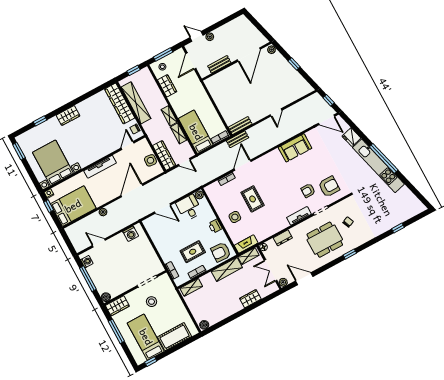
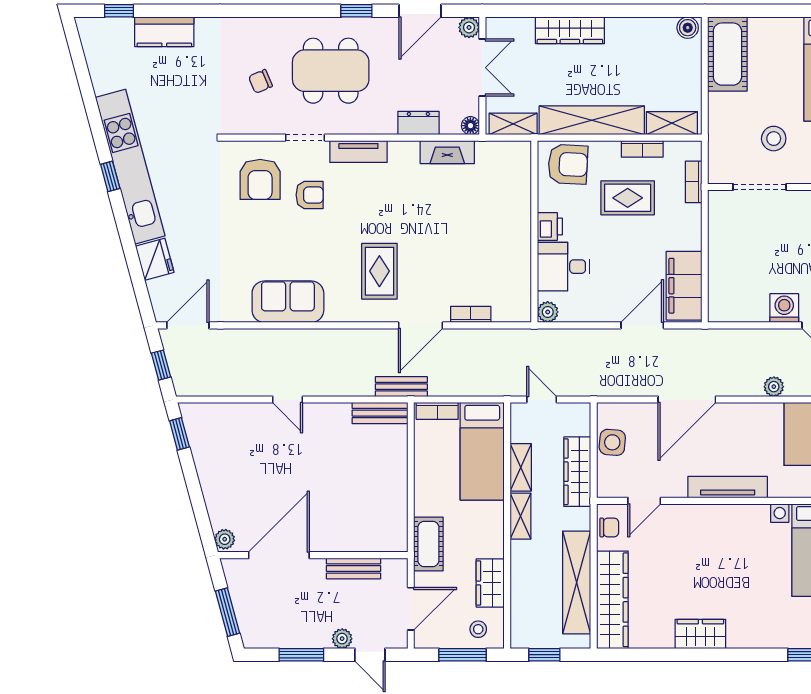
window: (221, 23) -> (301, 655), added
window: (256, 24) -> (227, 612), added
window: (294, 64) -> (179, 434), moved
cot: (197, 88) -> (428, 544), added
door: (276, 112) -> (288, 399), swing flipped
wardrobe: (68, 116) -> (700, 634), moved
door: (327, 120) -> (188, 325), hinge flipped
wardrobe: (164, 155) -> (577, 472), moved
window: (384, 158) -> (110, 176), width x0.32
armchair: (329, 187) -> (260, 179), turned -90
rug: (253, 199) -> (379, 271), moved
door: (162, 208) -> (642, 325), hinge flipped
desk: (189, 208) -> (563, 267), moved, turned 90
side table: (235, 217) -> (497, 223), removed
kitchen counter: (392, 221) -> (164, 32), added
window: (398, 228) -> (119, 11), moved
filing cabinet: (155, 231) -> (684, 286), added
washing machine: (131, 234) -> (784, 308), moved
fireplace: (246, 244) -> (447, 152), moved
window: (350, 254) -> (356, 11), moved
shelving: (227, 269) -> (592, 120), width x1.47
door: (304, 279) -> (420, 11), hinge flipped
wardrobe: (250, 299) -> (570, 30), width x1.50
cot: (175, 337) -> (727, 54), moved, turned 90

